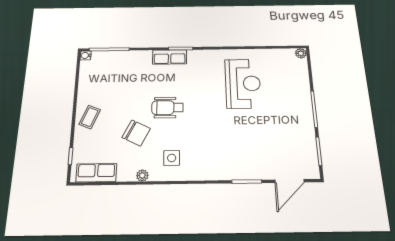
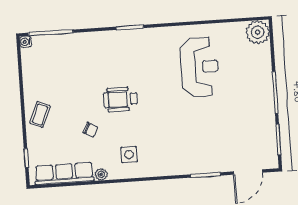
plant: (301, 53) -> (258, 32), width x1.88, depth x1.88
row of seats: (170, 57) -> (118, 39), removed
chair: (136, 133) -> (90, 130), width x0.54, depth x0.54
row of seats: (96, 173) -> (64, 173), width x1.48

